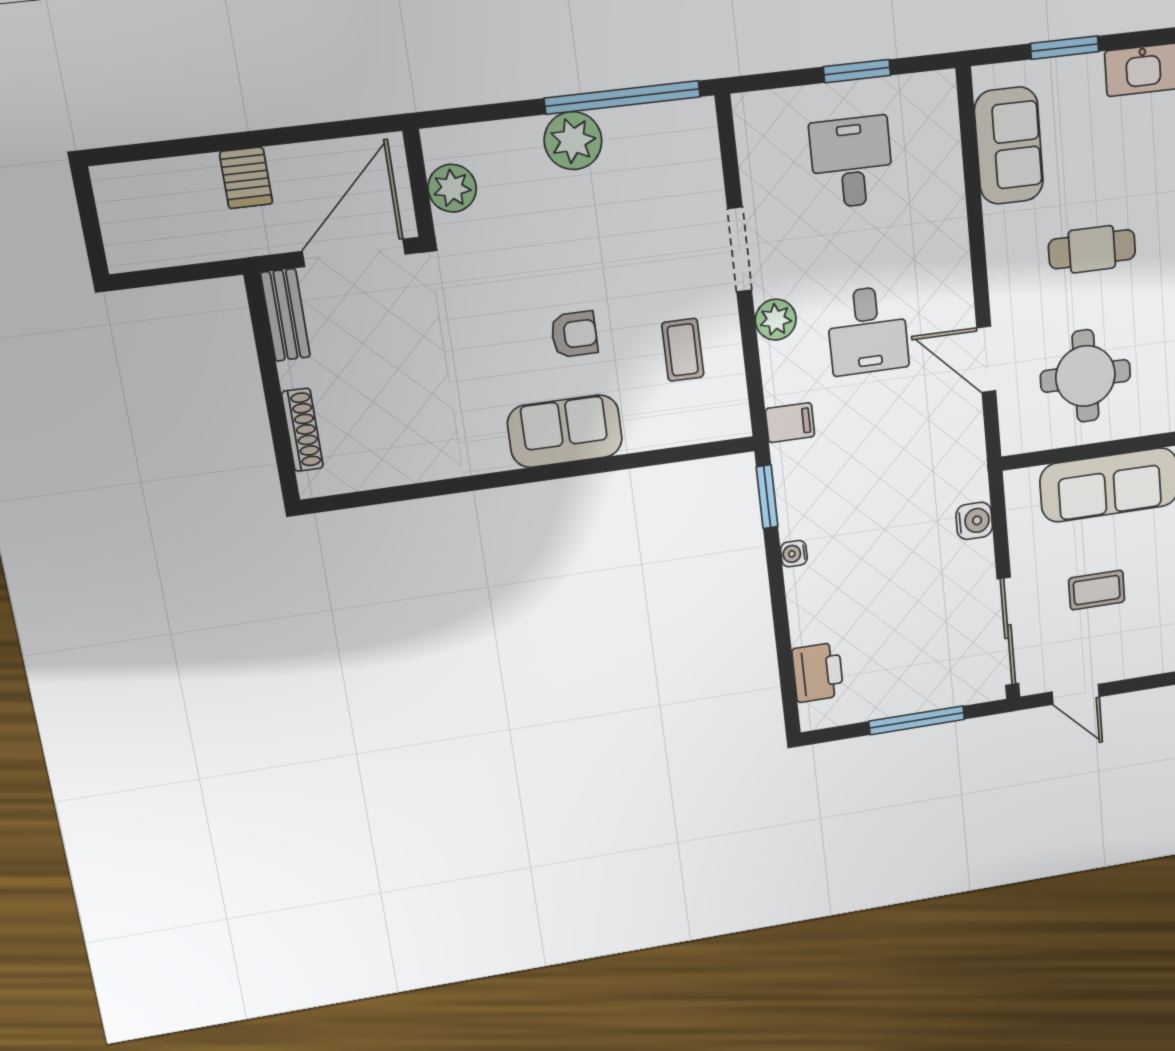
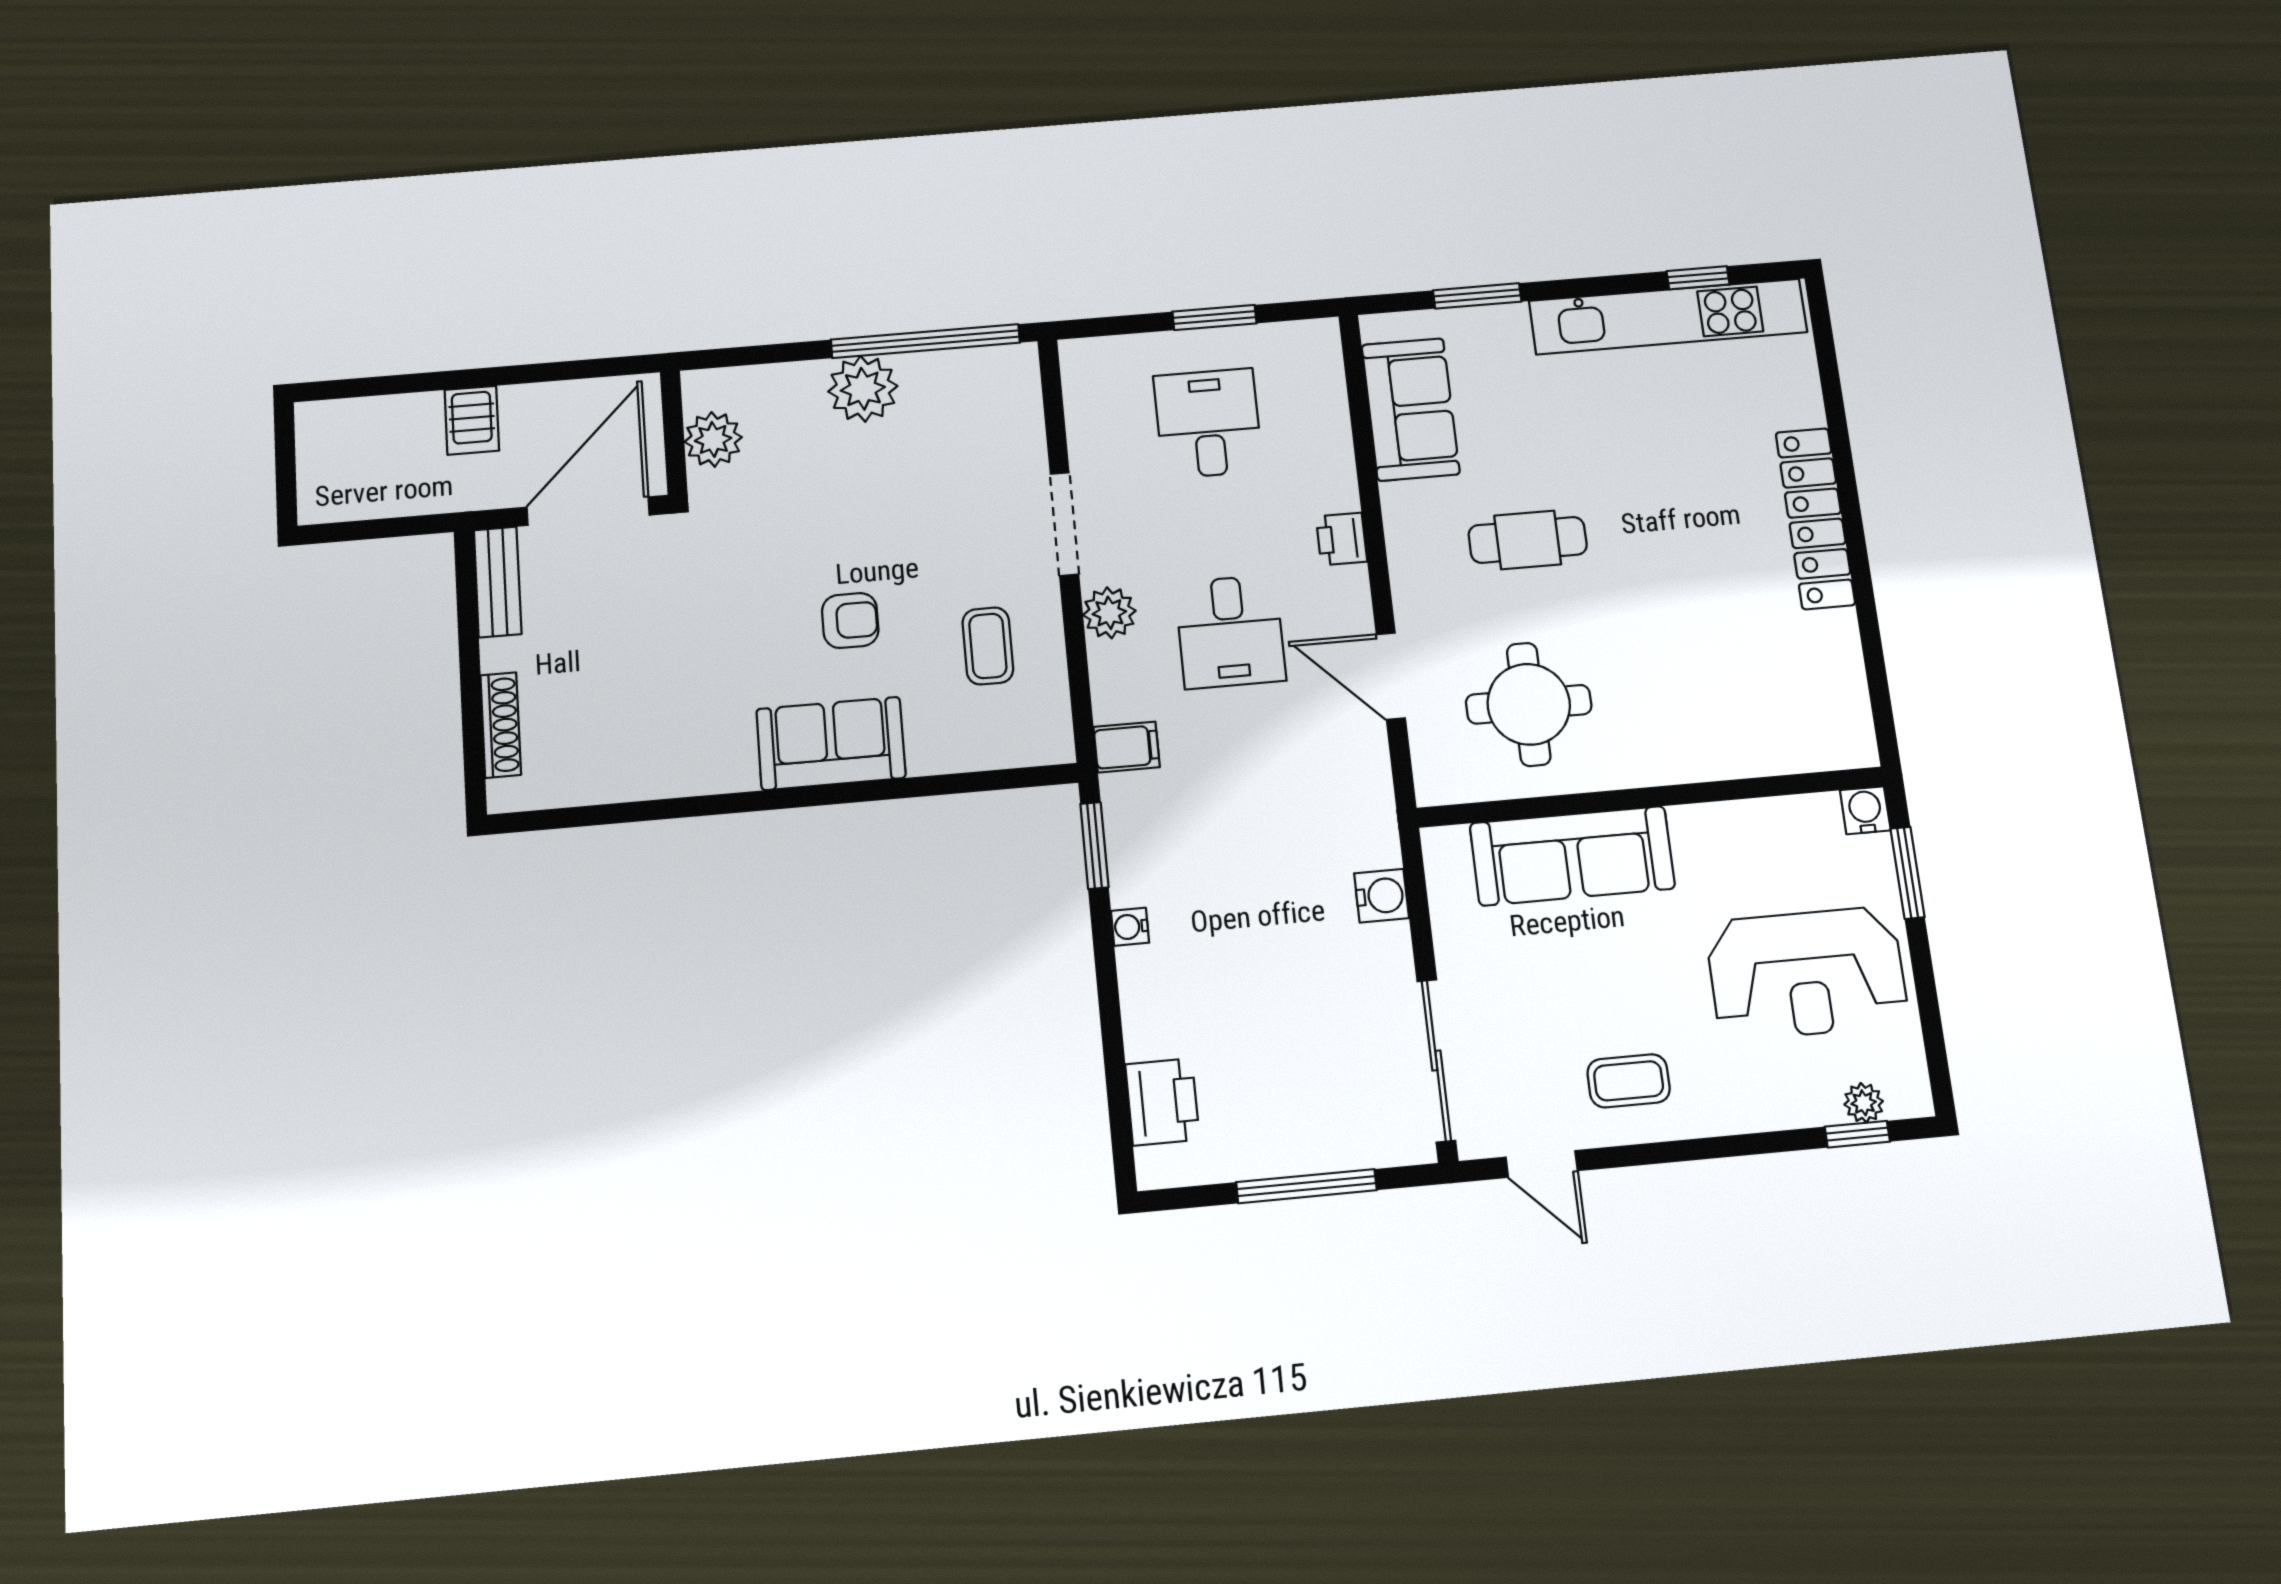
printer: (953, 254) -> (1341, 539), added
coffee table: (1097, 590) -> (1629, 1081), moved

